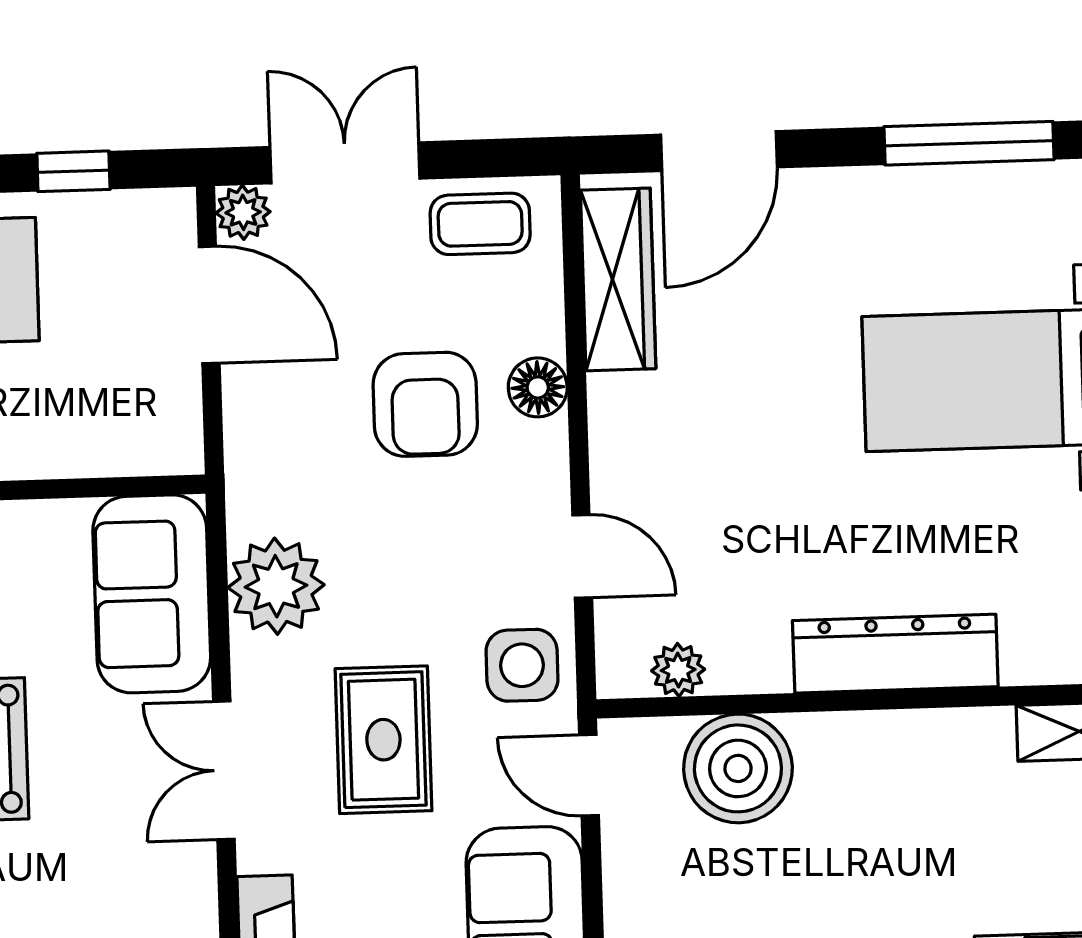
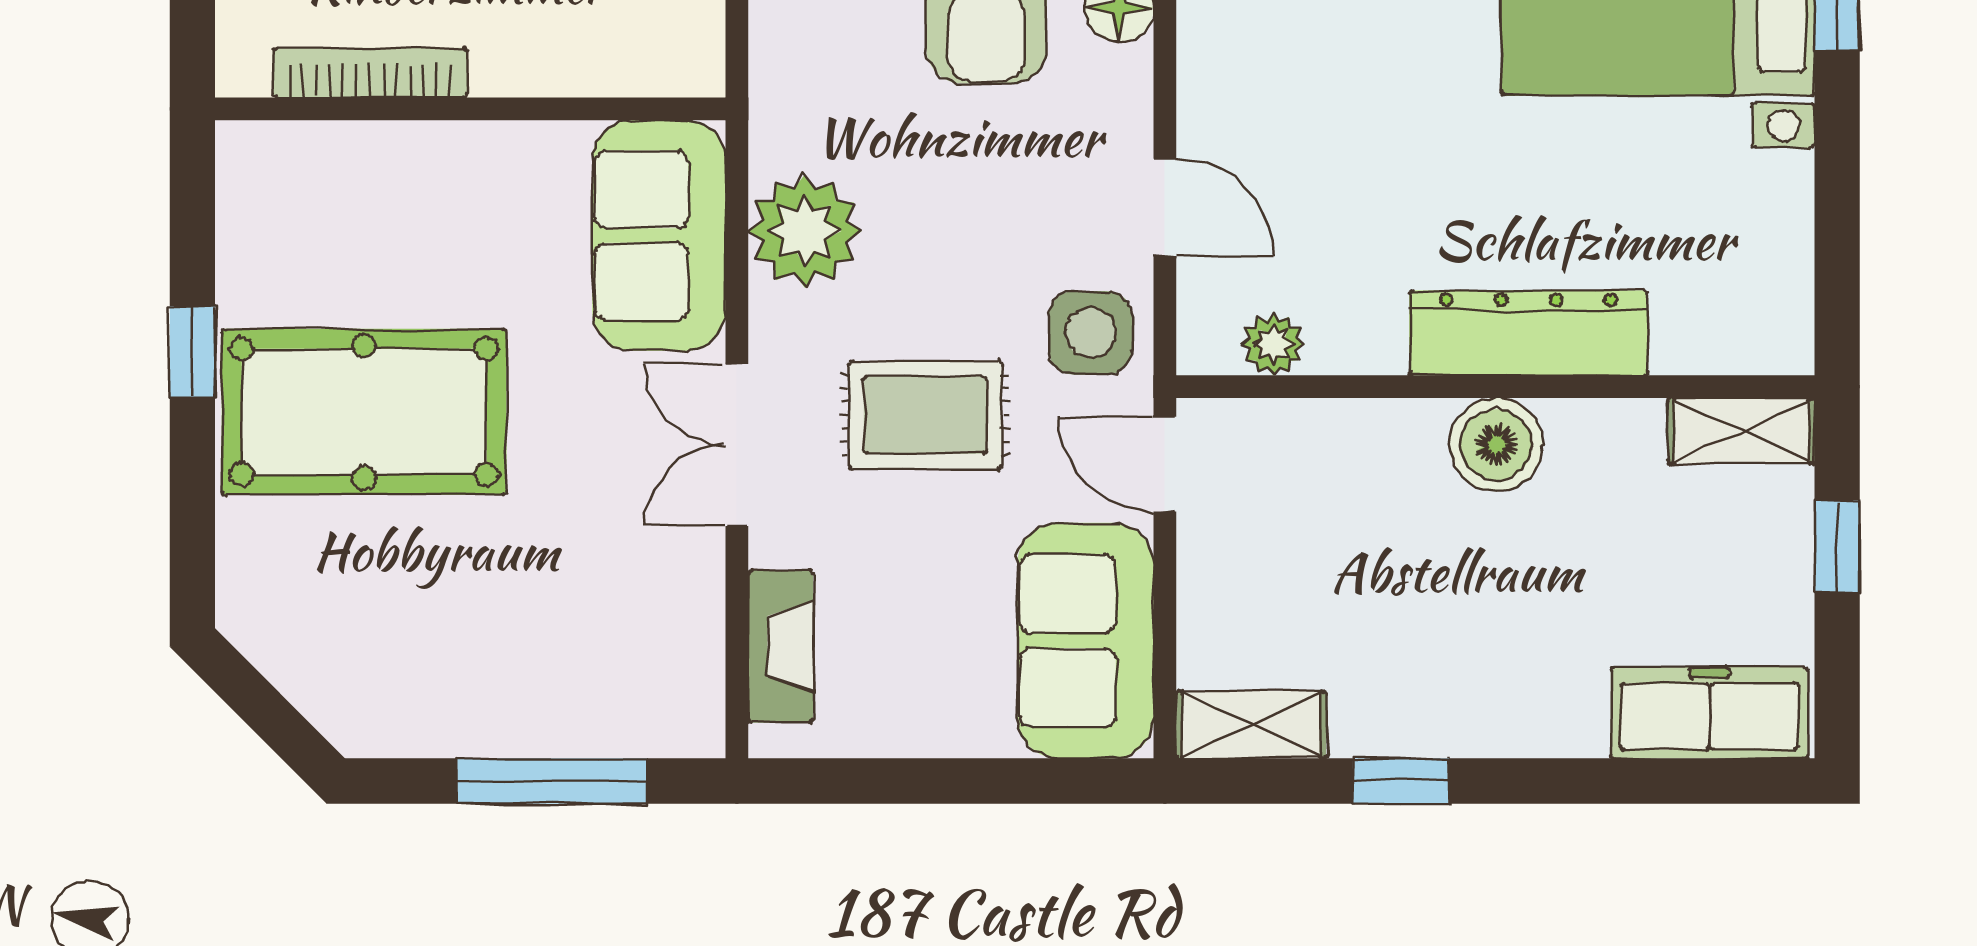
rug: (383, 740) -> (925, 415), turned 90
boiler: (738, 768) -> (1496, 445), moved, width x0.73, depth x0.73

